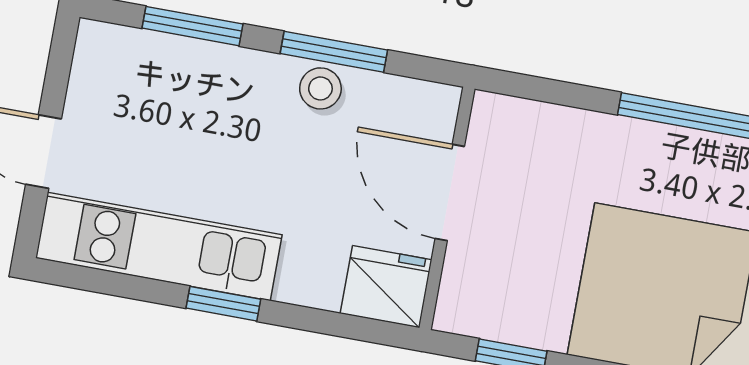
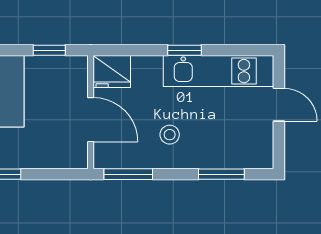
window: (334, 52) -> (128, 174), moved
stool: (320, 88) -> (170, 135), moved

